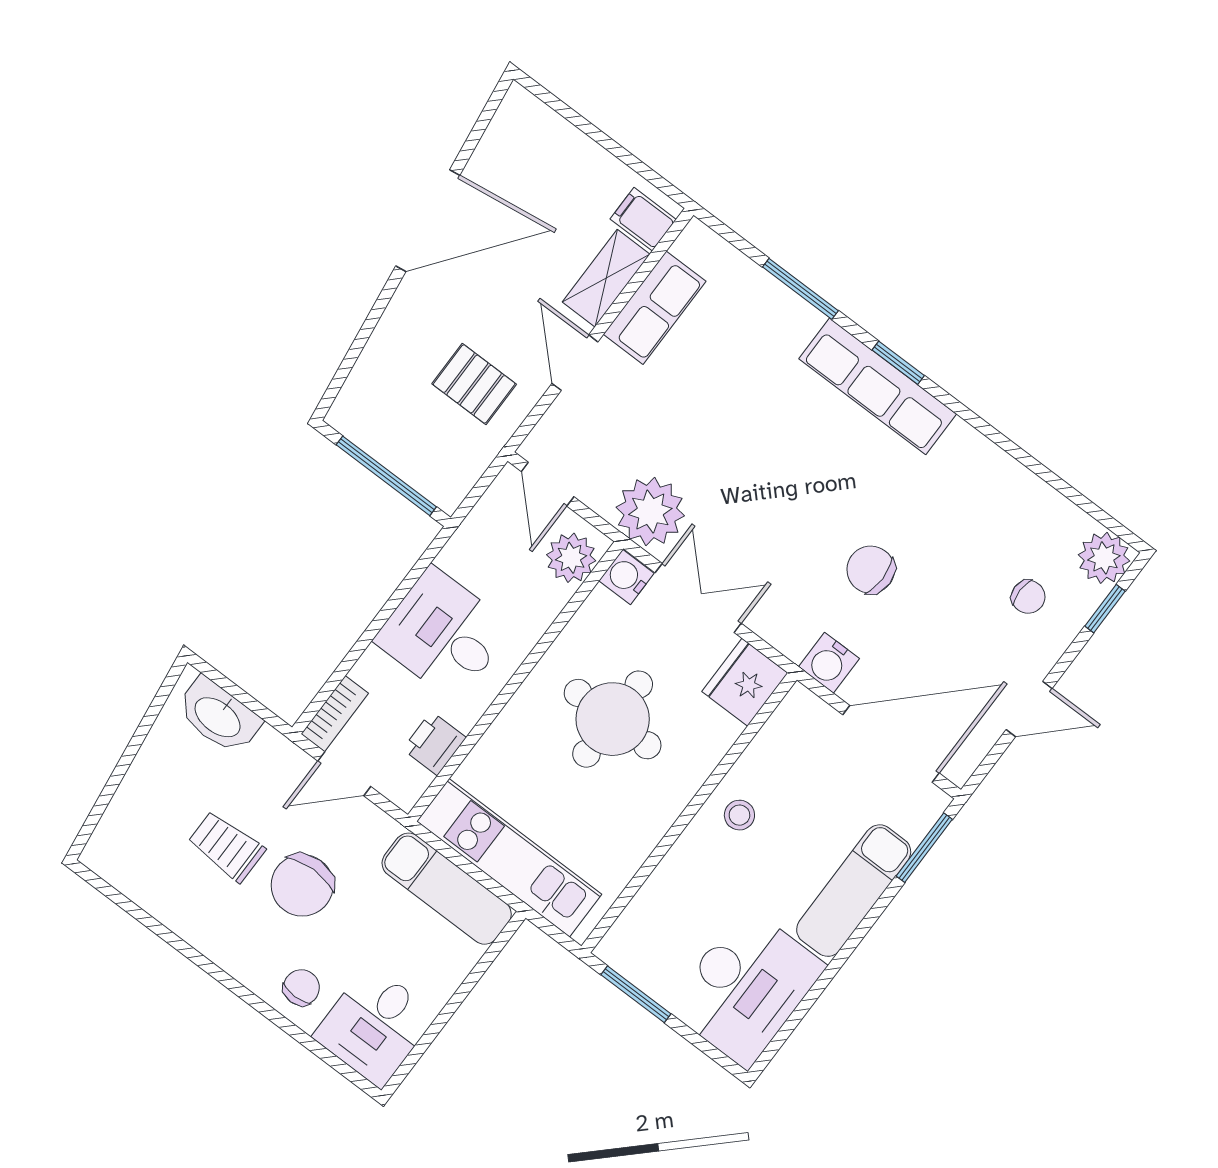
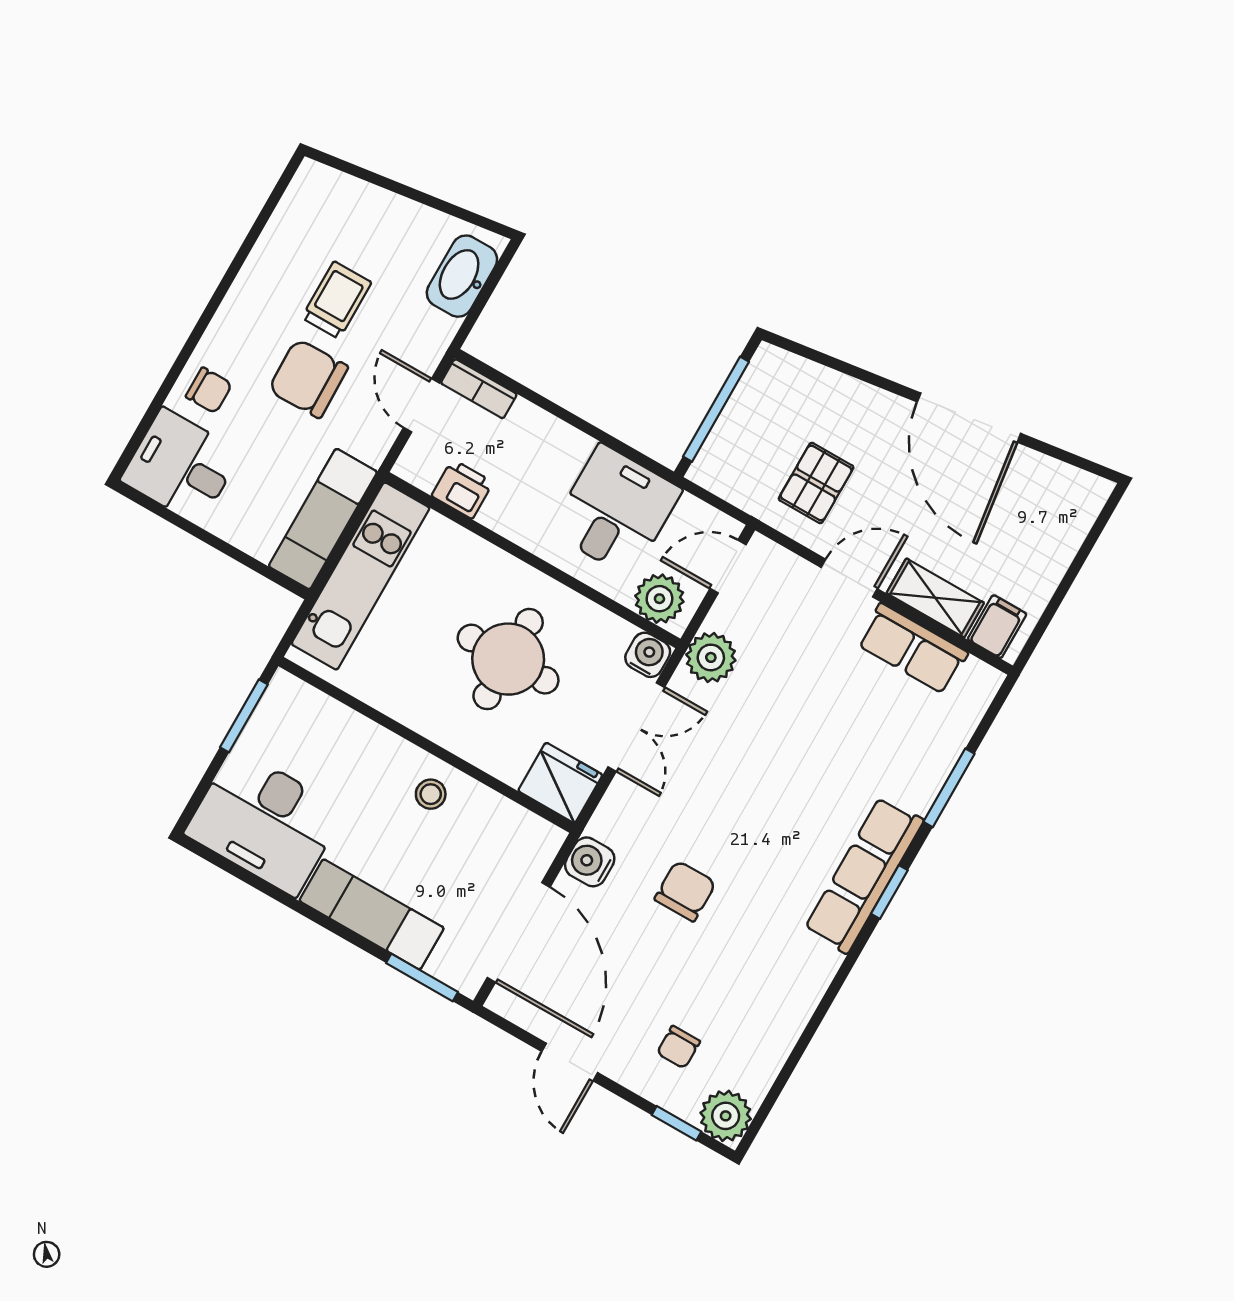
plant: (650, 512) -> (711, 657), width x0.73, depth x0.73
desk: (443, 634) -> (616, 511), moved

